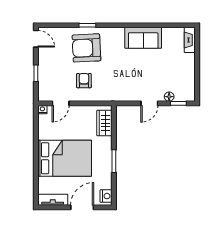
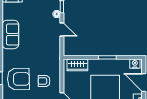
armchair: (86, 48) -> (18, 79), turned -88

